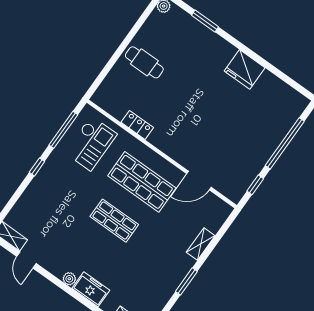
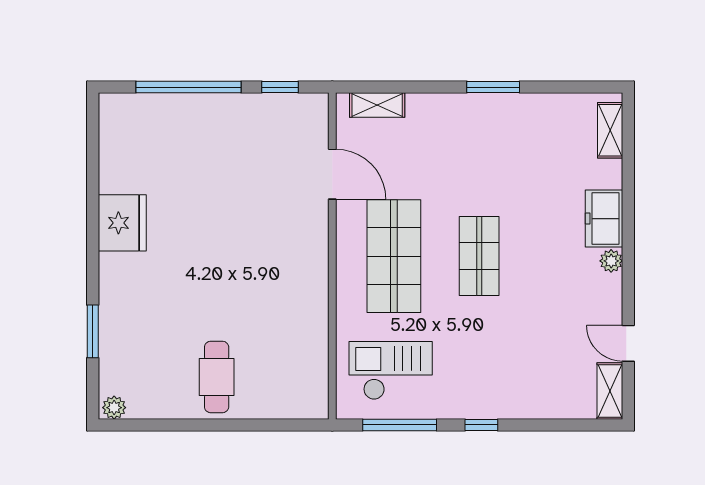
locker: (137, 125) -> (315, 322), removed
shelving: (201, 244) -> (377, 105), moved
door: (26, 260) -> (628, 343), swing flipped

